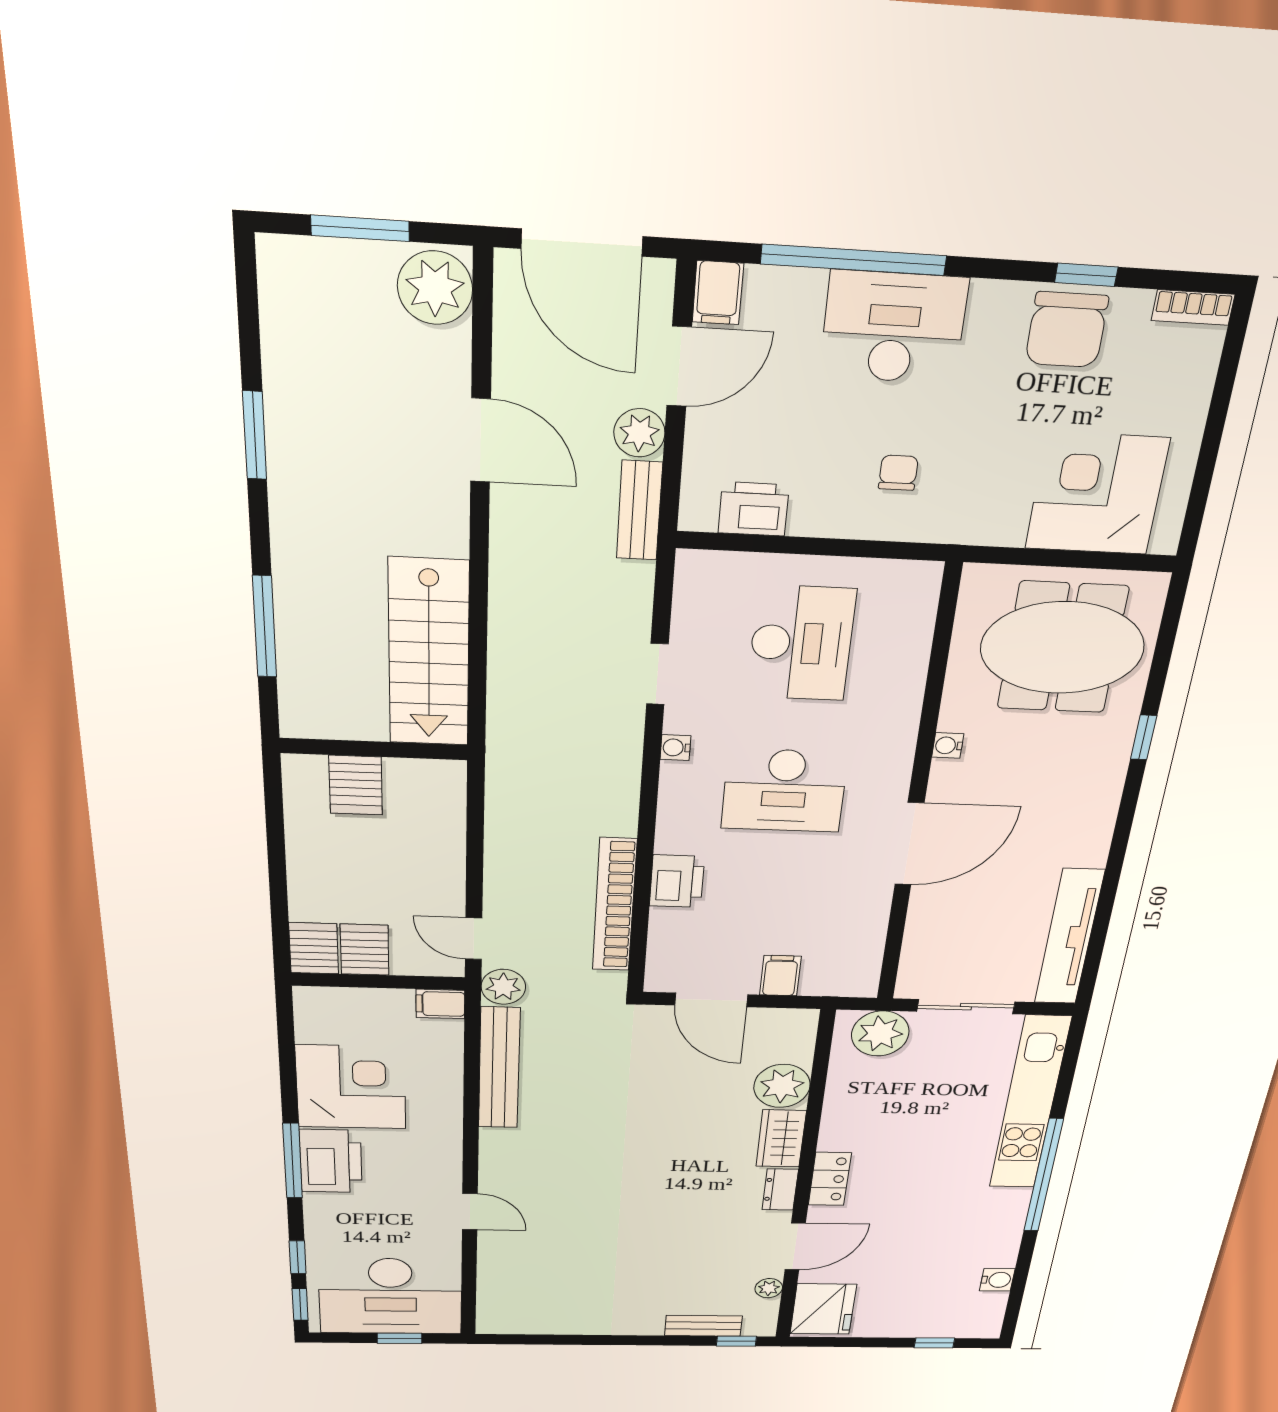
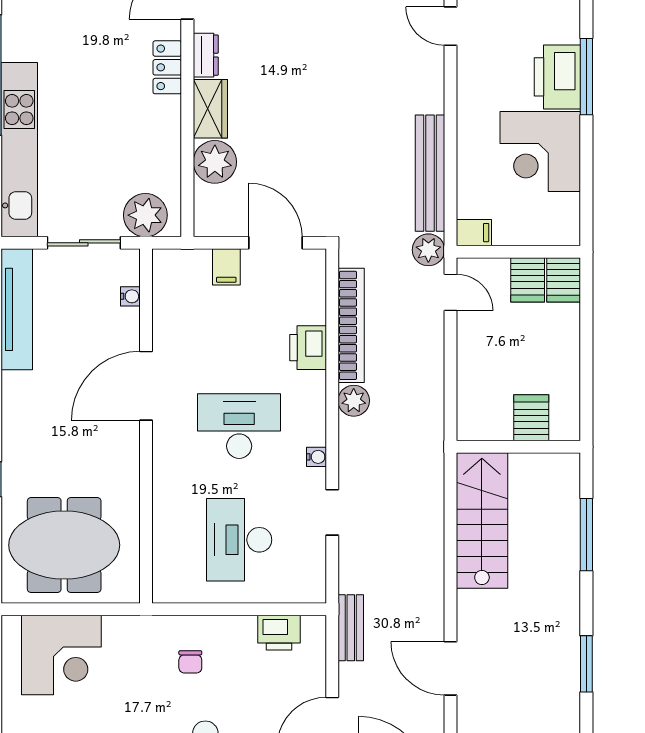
plant: (639, 433) -> (354, 401), moved
water cooler: (948, 745) -> (130, 296), moved

